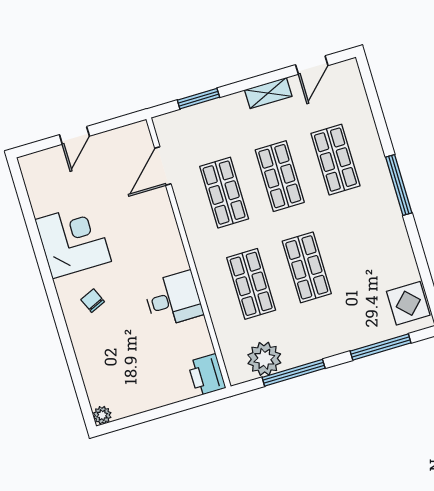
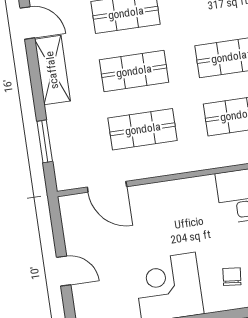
shelving: (268, 93) -> (52, 70), width x1.50, depth x1.33
chair: (93, 301) -> (232, 277), turned 120

